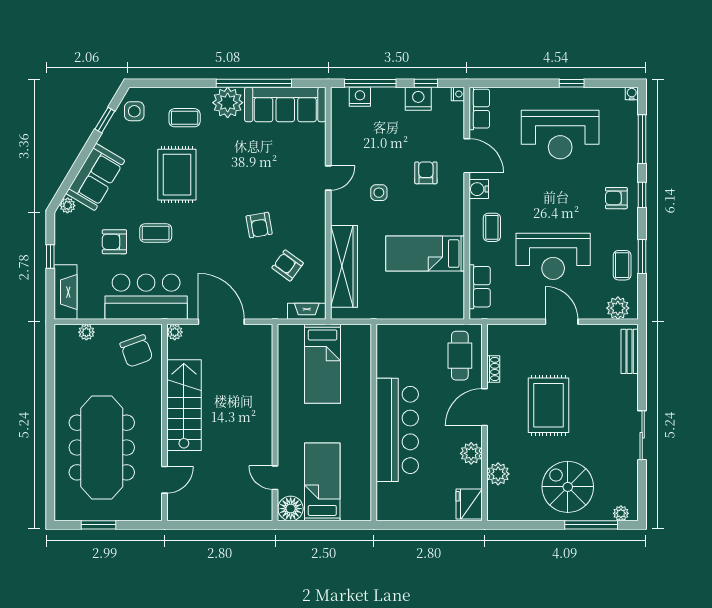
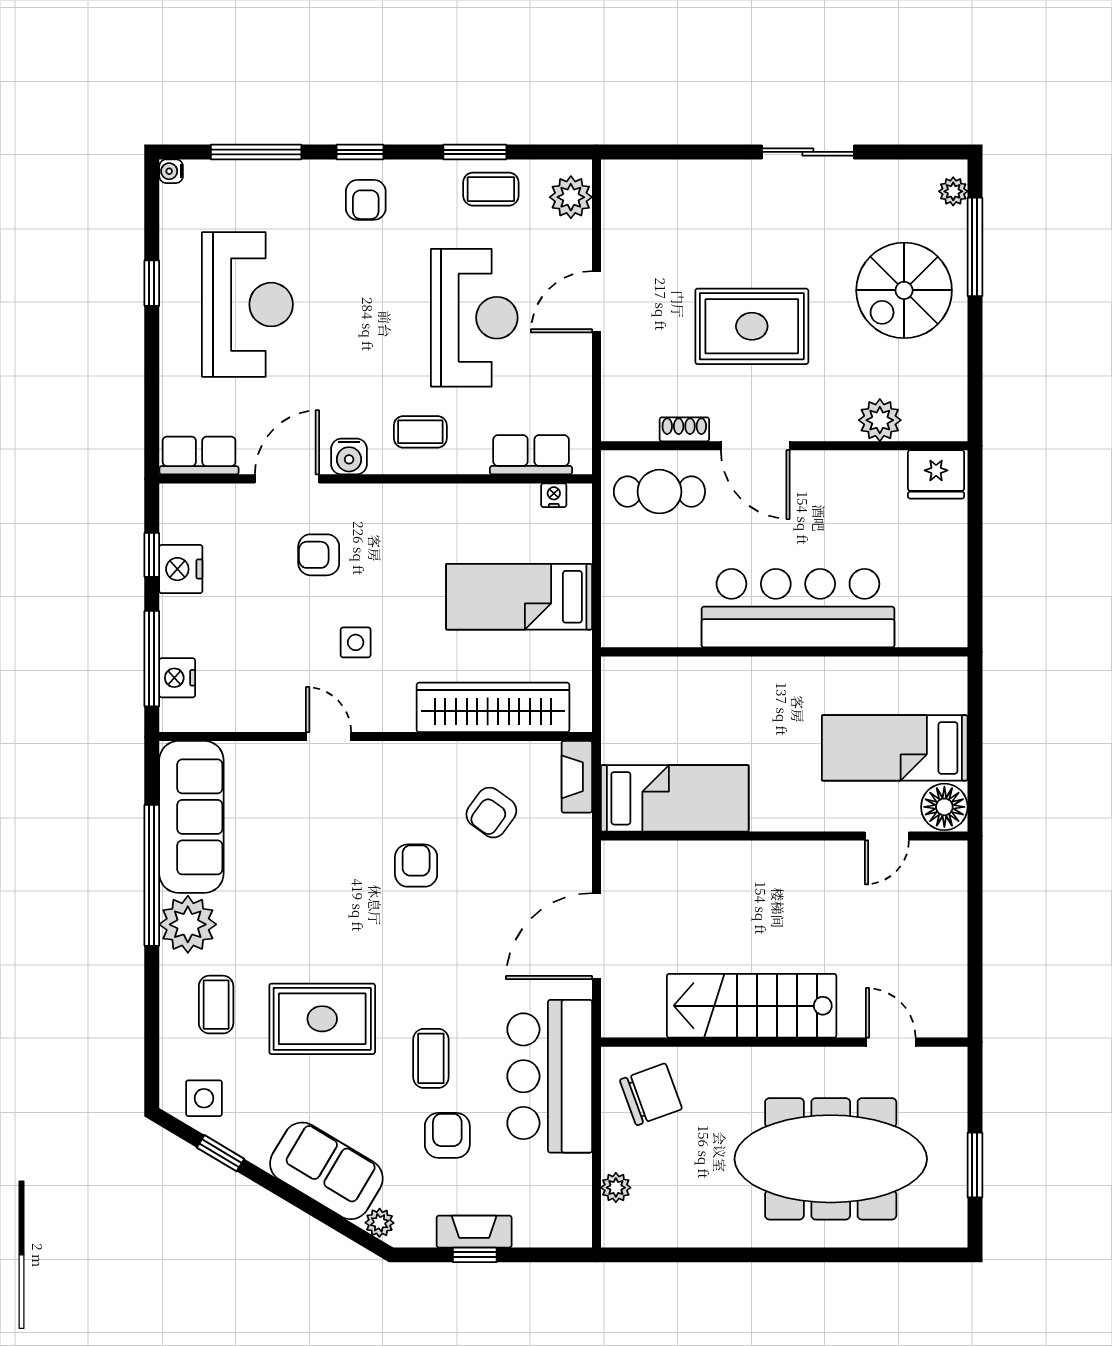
nightstand: (458, 94) -> (554, 495), moved
armchair: (259, 225) -> (416, 866), turned -80
armchair: (114, 242) -> (447, 1135), turned 180
bed: (425, 254) -> (519, 597), moved, turned 90
fireplace: (65, 292) -> (474, 1232), moved, width x0.73, depth x0.76
plant: (175, 332) -> (616, 1023), removed
bench: (630, 351) -> (651, 175), removed
bed: (323, 364) -> (675, 798), moved
plant: (471, 453) -> (842, 470), removed

